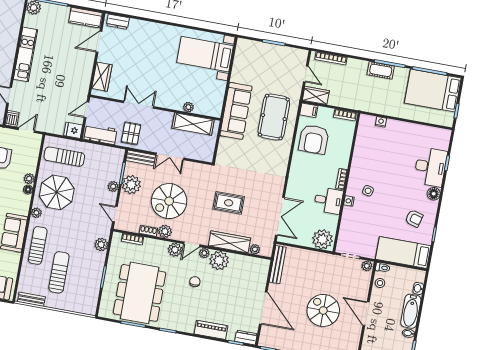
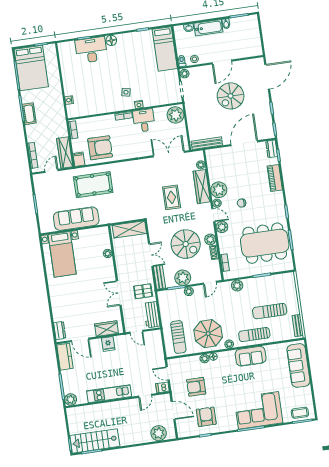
wardrobe: (316, 95) -> (65, 153), width x1.50
sofa: (236, 111) -> (76, 219), moved
shelving: (193, 124) -> (129, 229), moved, turned 90
fridge: (73, 130) -> (108, 344), moved
armchair: (414, 218) -> (135, 49), removed

